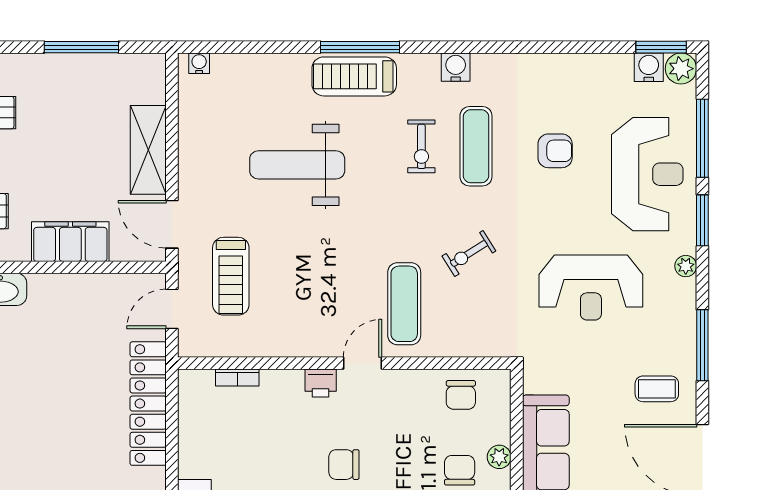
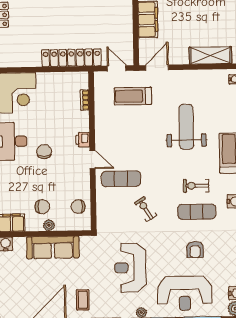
shelving: (148, 150) -> (210, 55), moved

